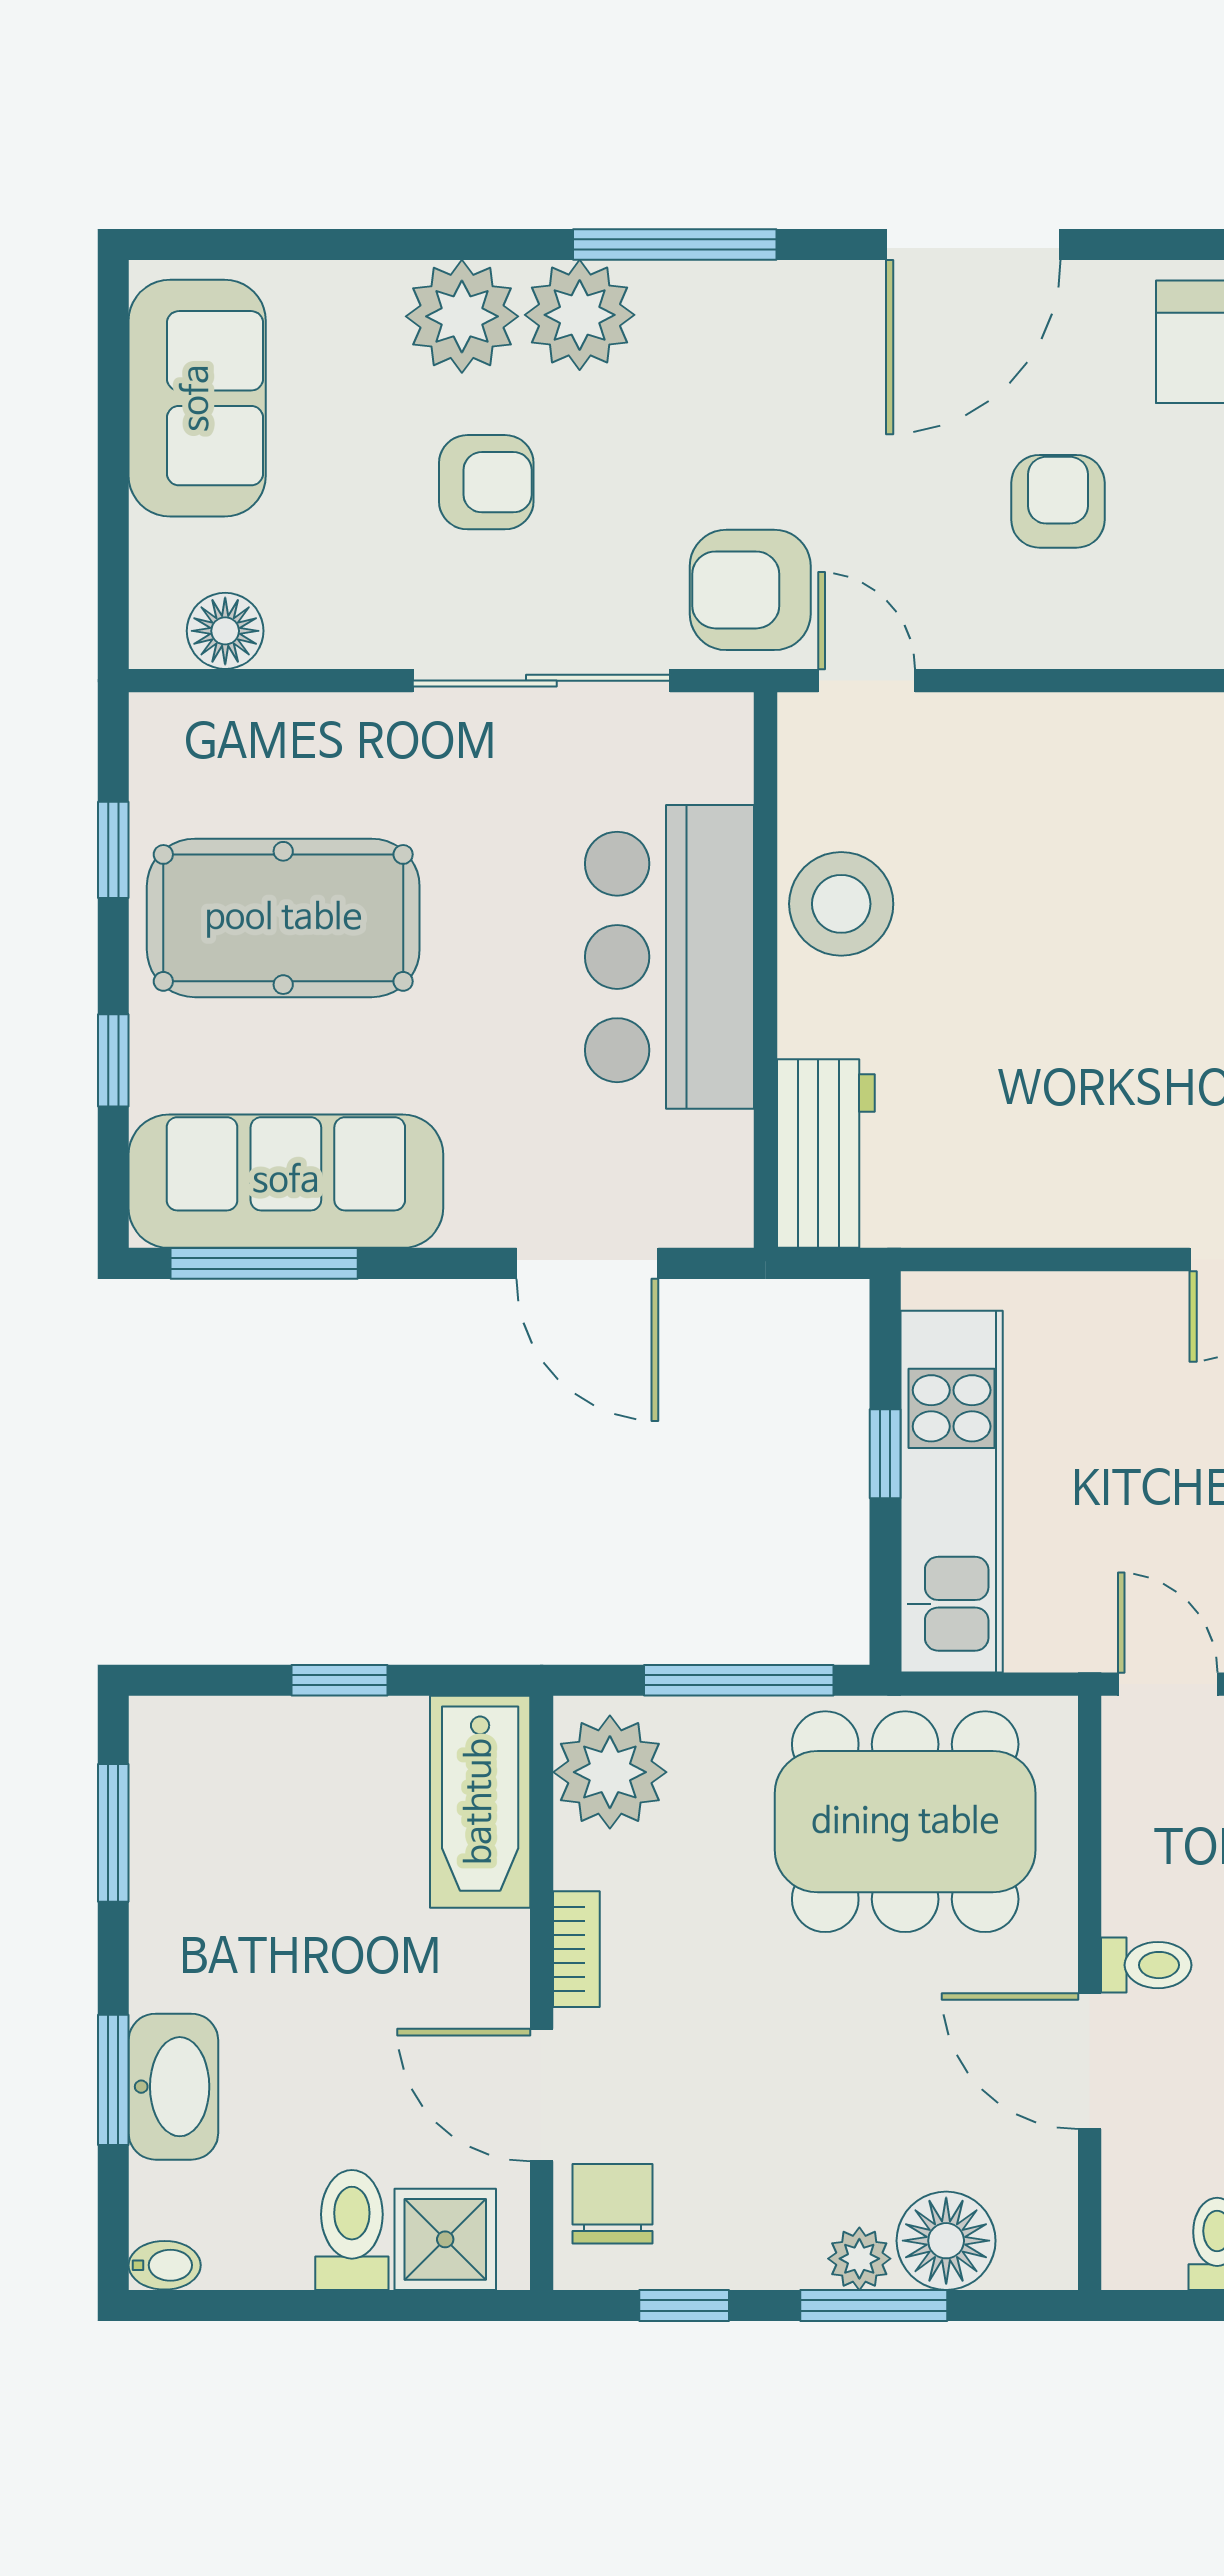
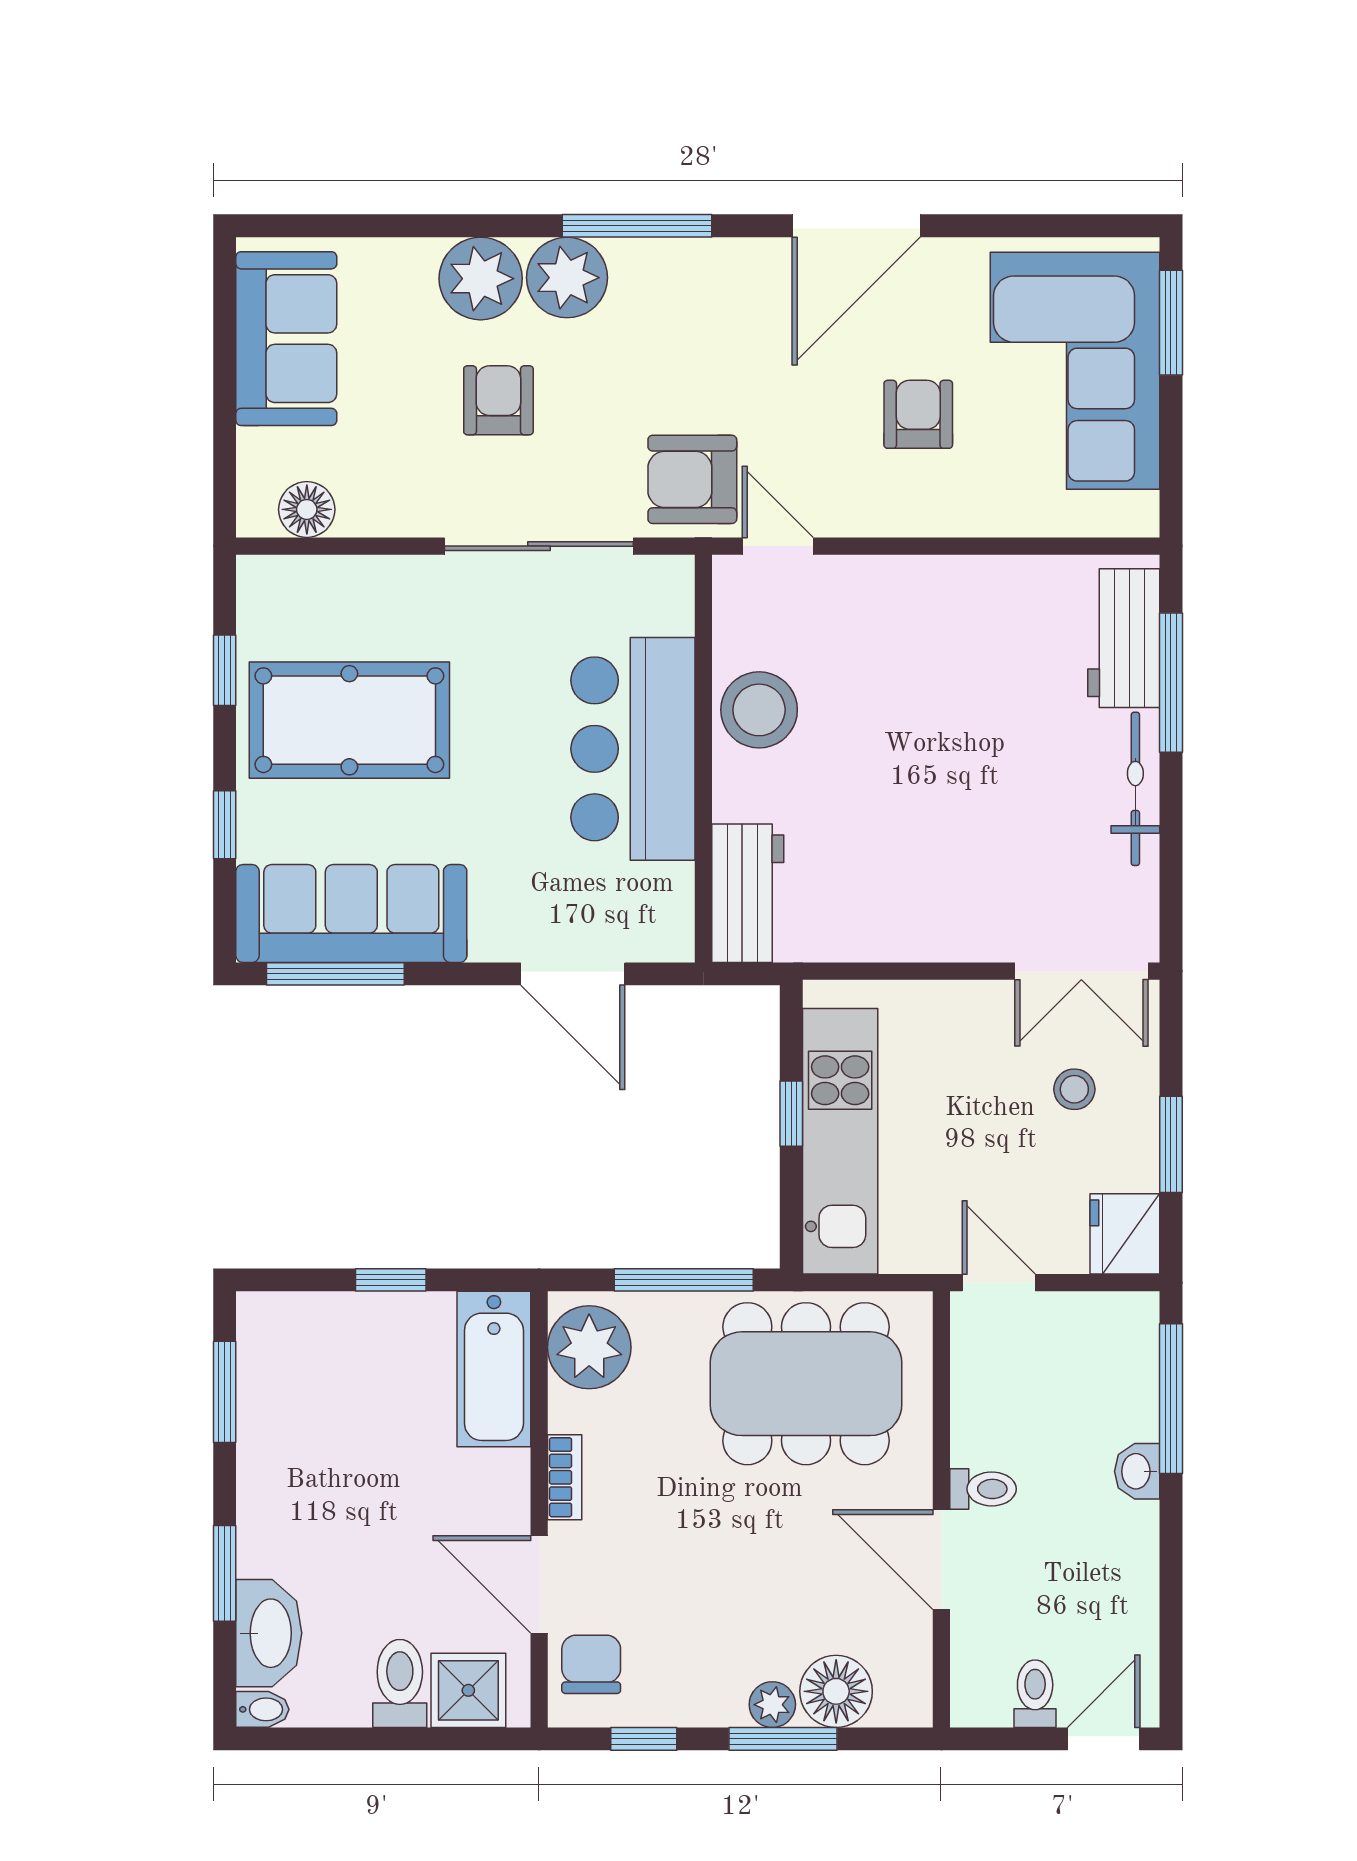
armchair: (486, 482) -> (498, 400), turned -90
washbasin: (173, 2087) -> (269, 1633), moved

